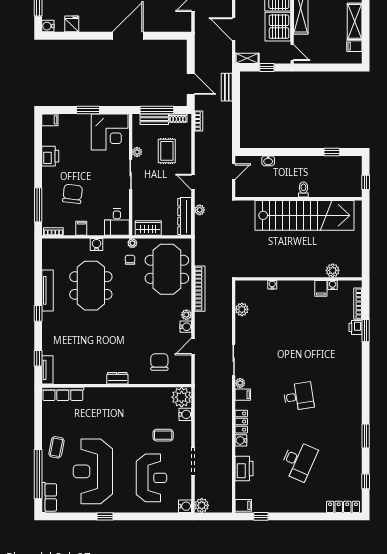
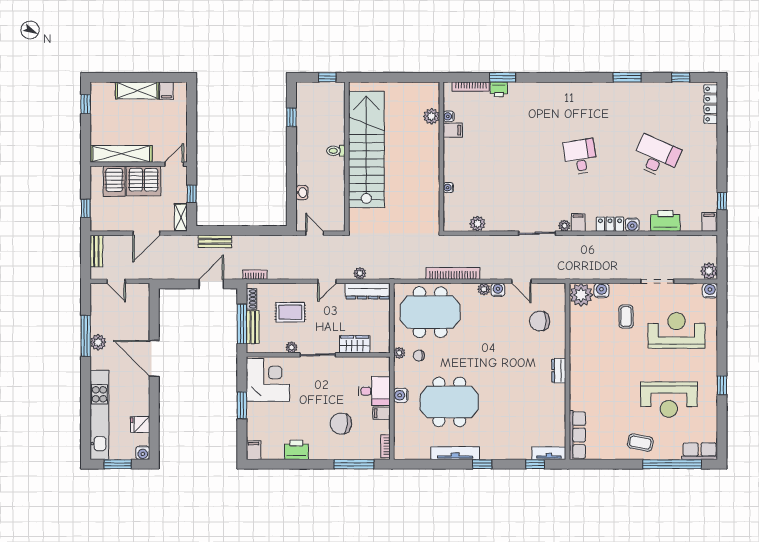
desk: (117, 222) -> (374, 391), moved
wardrobe: (148, 228) -> (355, 344), moved, turned 90
reception desk: (93, 471) -> (669, 400), width x0.74, depth x0.77

